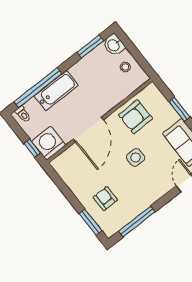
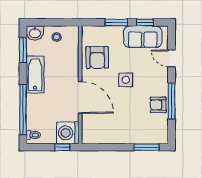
bathtub: (56, 91) -> (35, 74), moved
armchair: (105, 199) -> (158, 105), moved
window: (137, 221) -> (171, 101), moved

